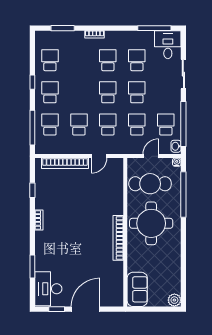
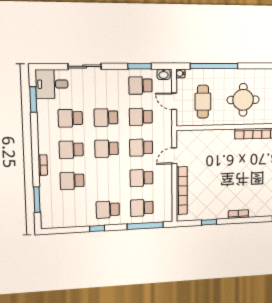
window: (154, 28) -> (33, 99), width x0.69
school desk: (50, 60) -> (72, 181), moved
window: (183, 124) -> (140, 66), width x0.47
door: (99, 156) -> (174, 156), swing flipped
cafe table: (150, 184) -> (203, 102), width x0.73, depth x0.74
round table: (151, 223) -> (243, 100), width x0.73, depth x0.73

